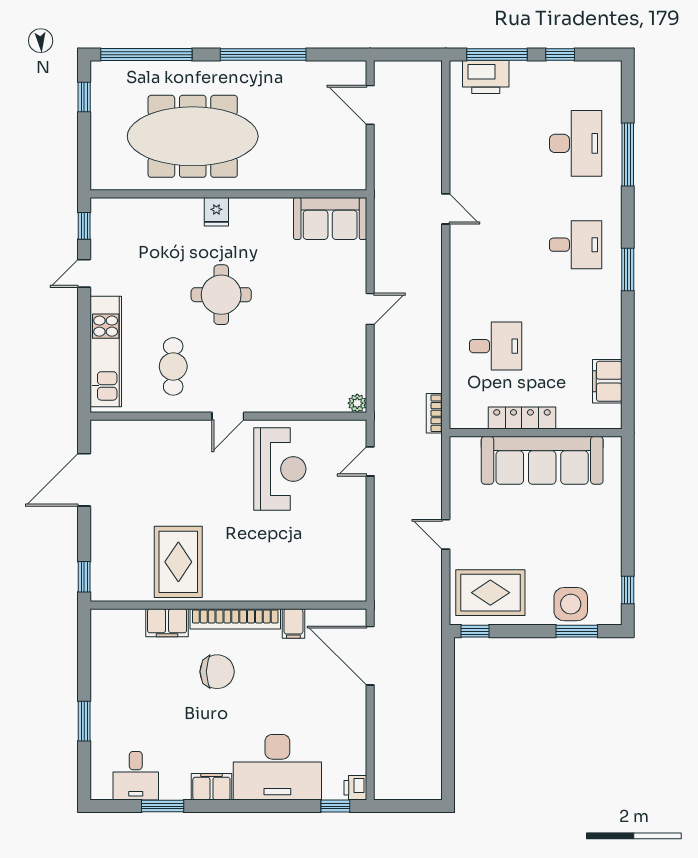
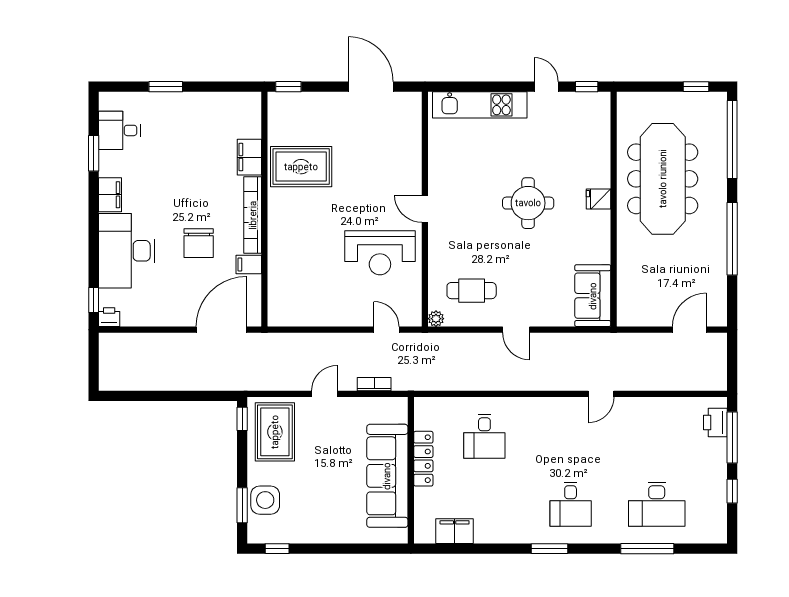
printer: (486, 77) -> (715, 422), width x0.73, depth x0.84
cafe table: (173, 366) -> (472, 291), moved
bookcase: (434, 413) -> (374, 384), moved
chair: (217, 672) -> (199, 243), moved

